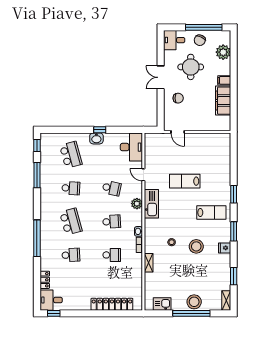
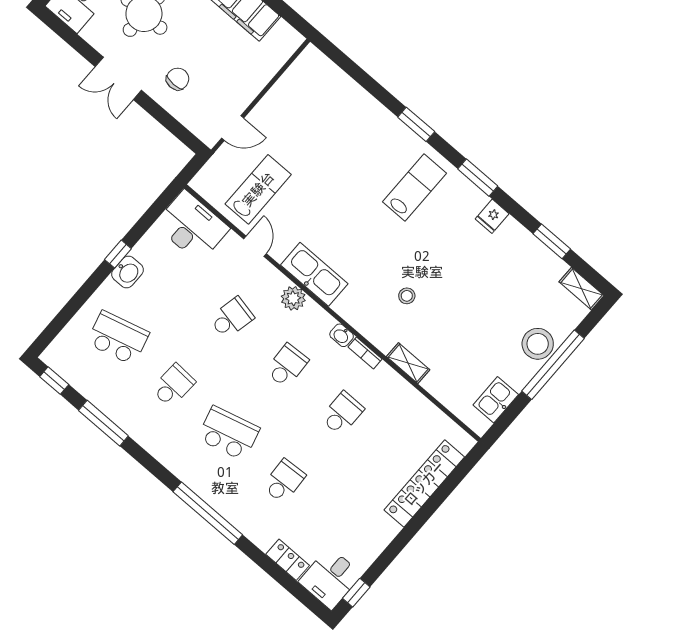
door: (143, 175) -> (255, 246), swing flipped
lab bench: (185, 181) -> (258, 189), moved, turned 180
stool: (196, 246) -> (449, 261), removed

